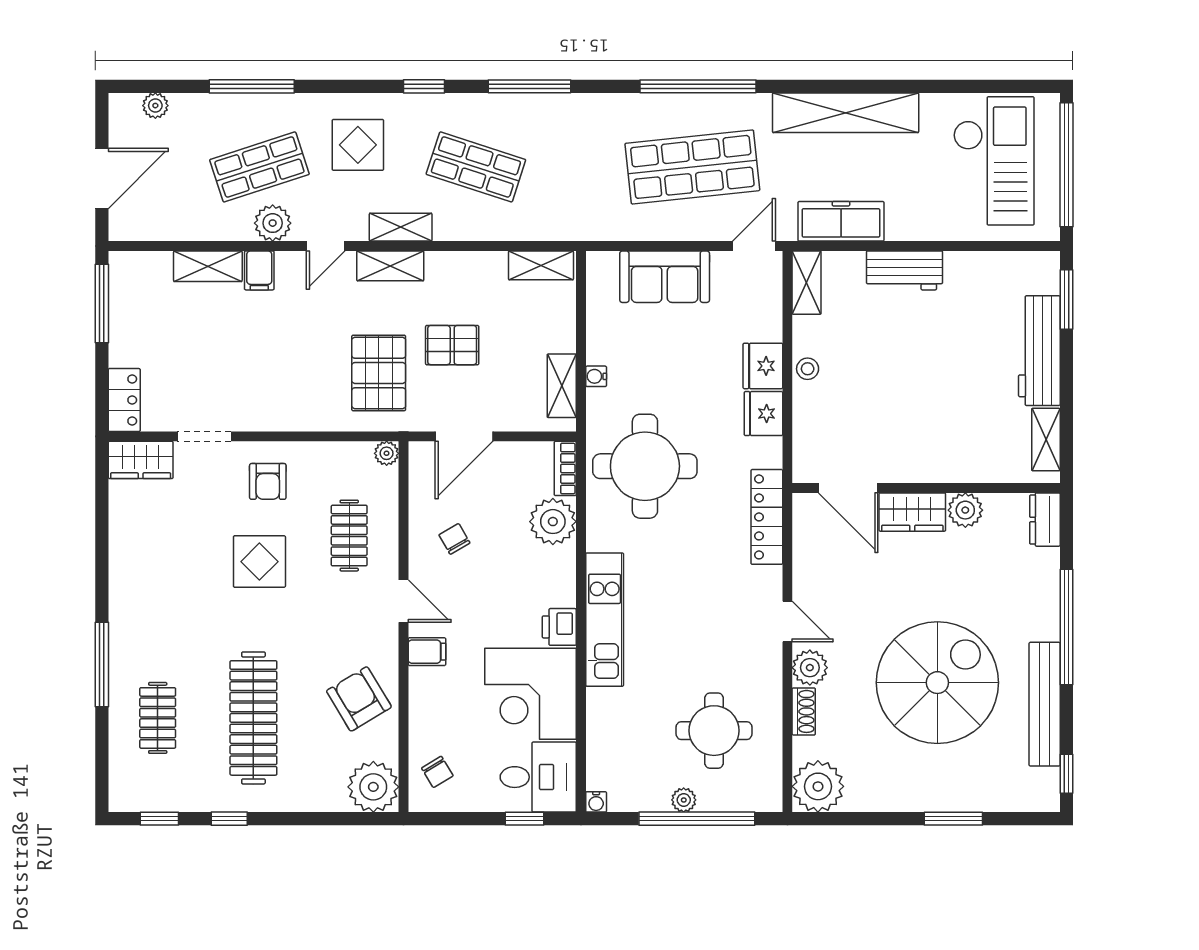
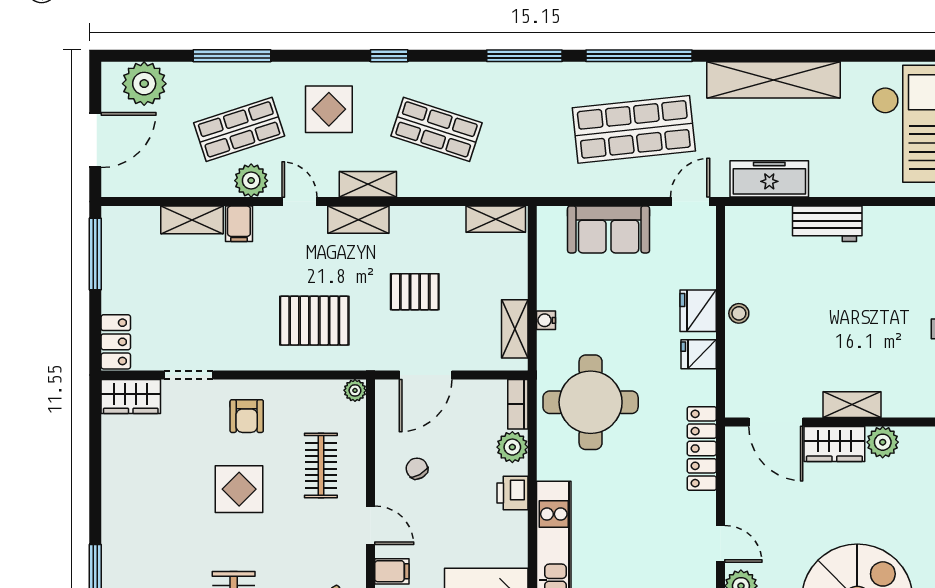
window: (529, 86) -> (524, 56), moved
plant: (155, 106) -> (144, 84), width x1.87, depth x1.87
door: (326, 246) -> (300, 201), swing flipped
shelving: (807, 283) -> (852, 405), moved, turned 90
pallet: (379, 373) -> (314, 321), moved, turned 90
fridge: (763, 414) -> (699, 354), width x0.72
plant: (553, 522) -> (512, 447), width x0.73, depth x0.73
printer: (559, 627) -> (512, 493), moved

